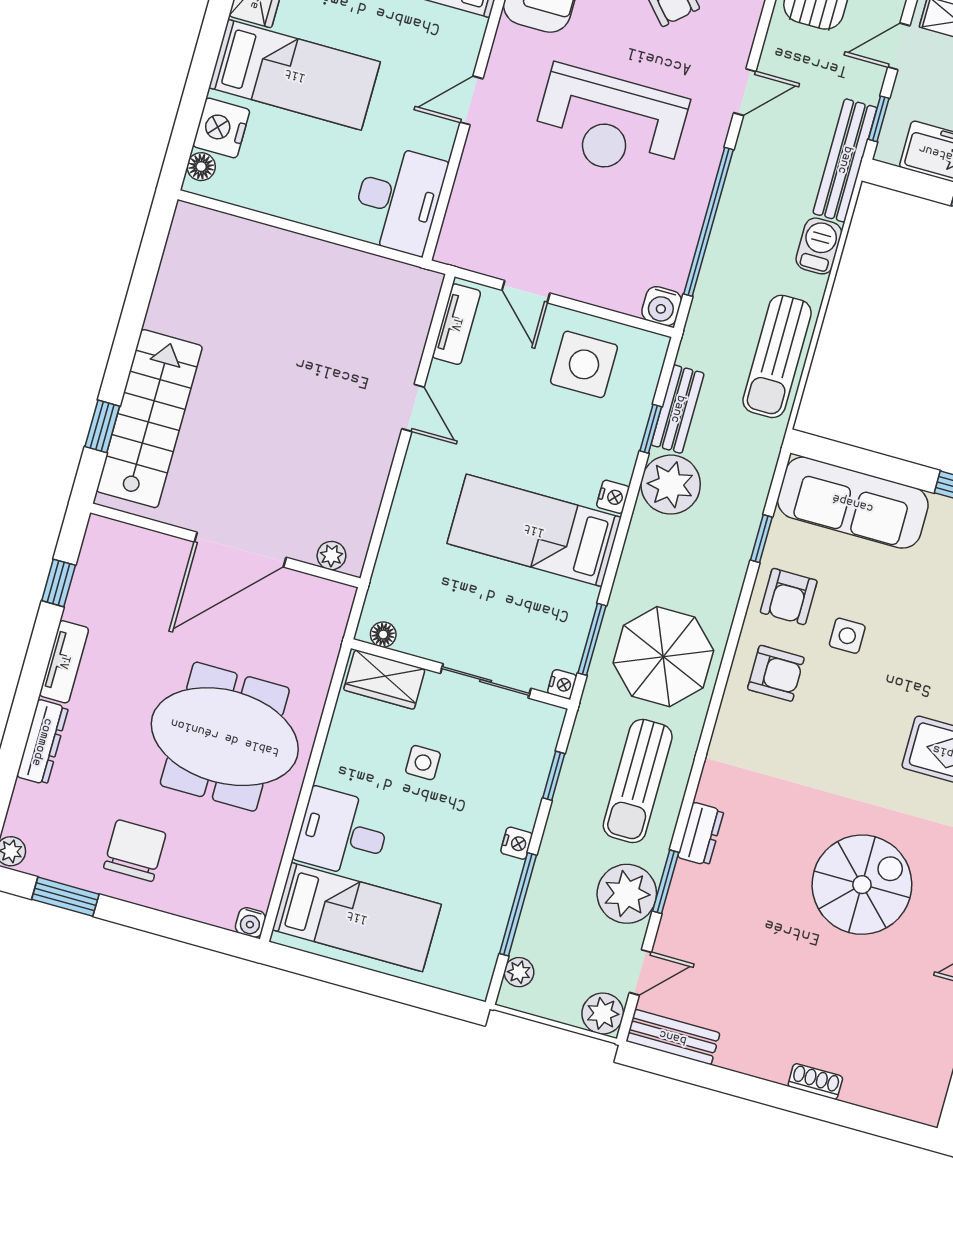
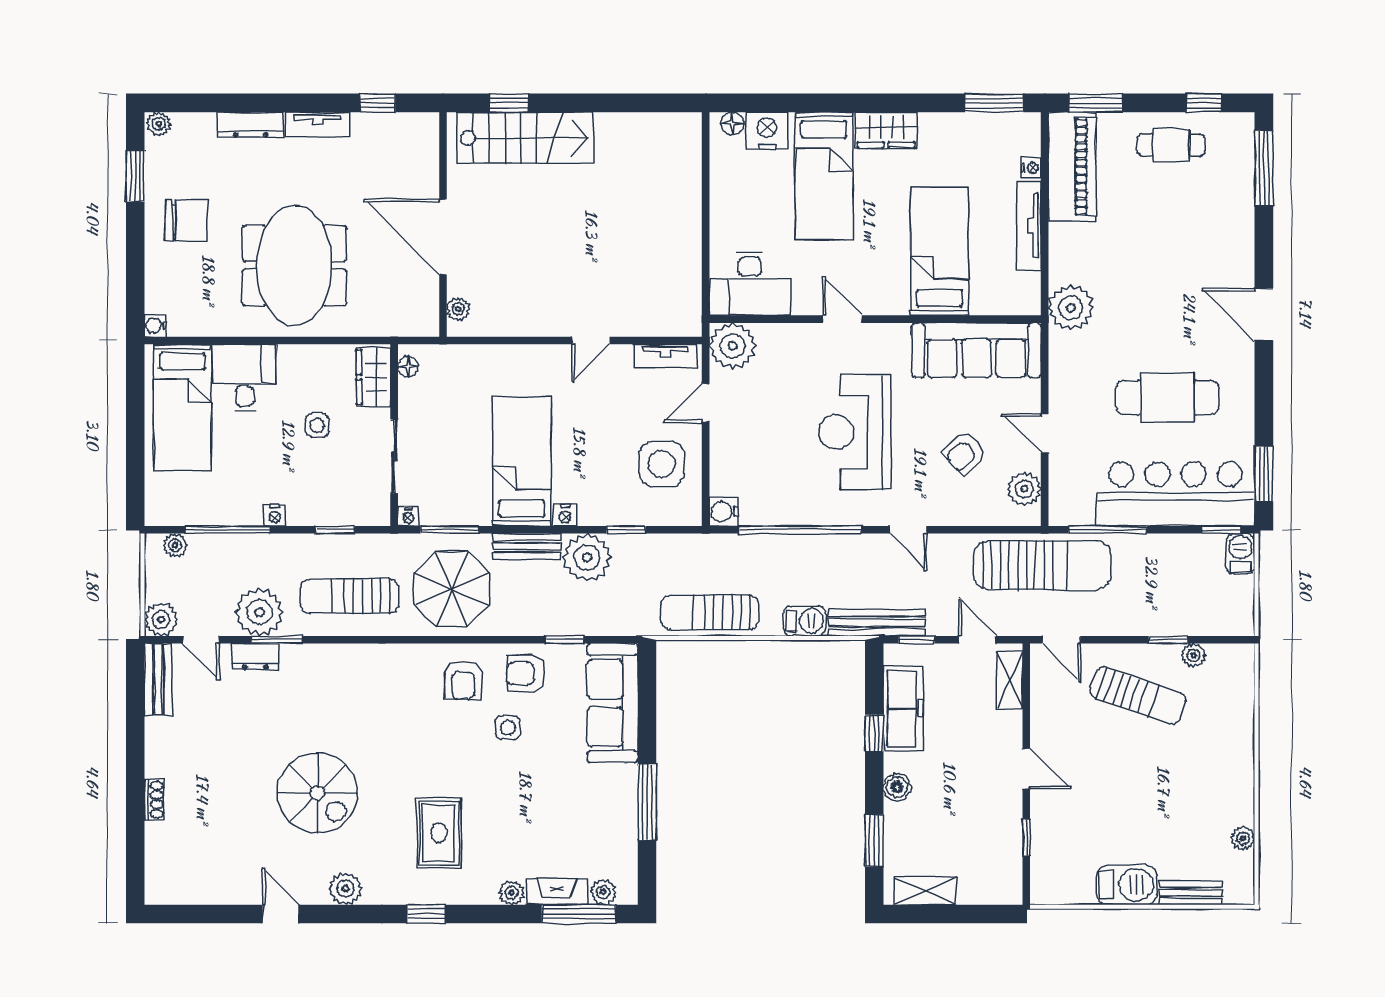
plant: (467, 241) -> (733, 346), added
bench: (678, 409) -> (527, 546), moved
dresser: (701, 834) -> (255, 657), moved

